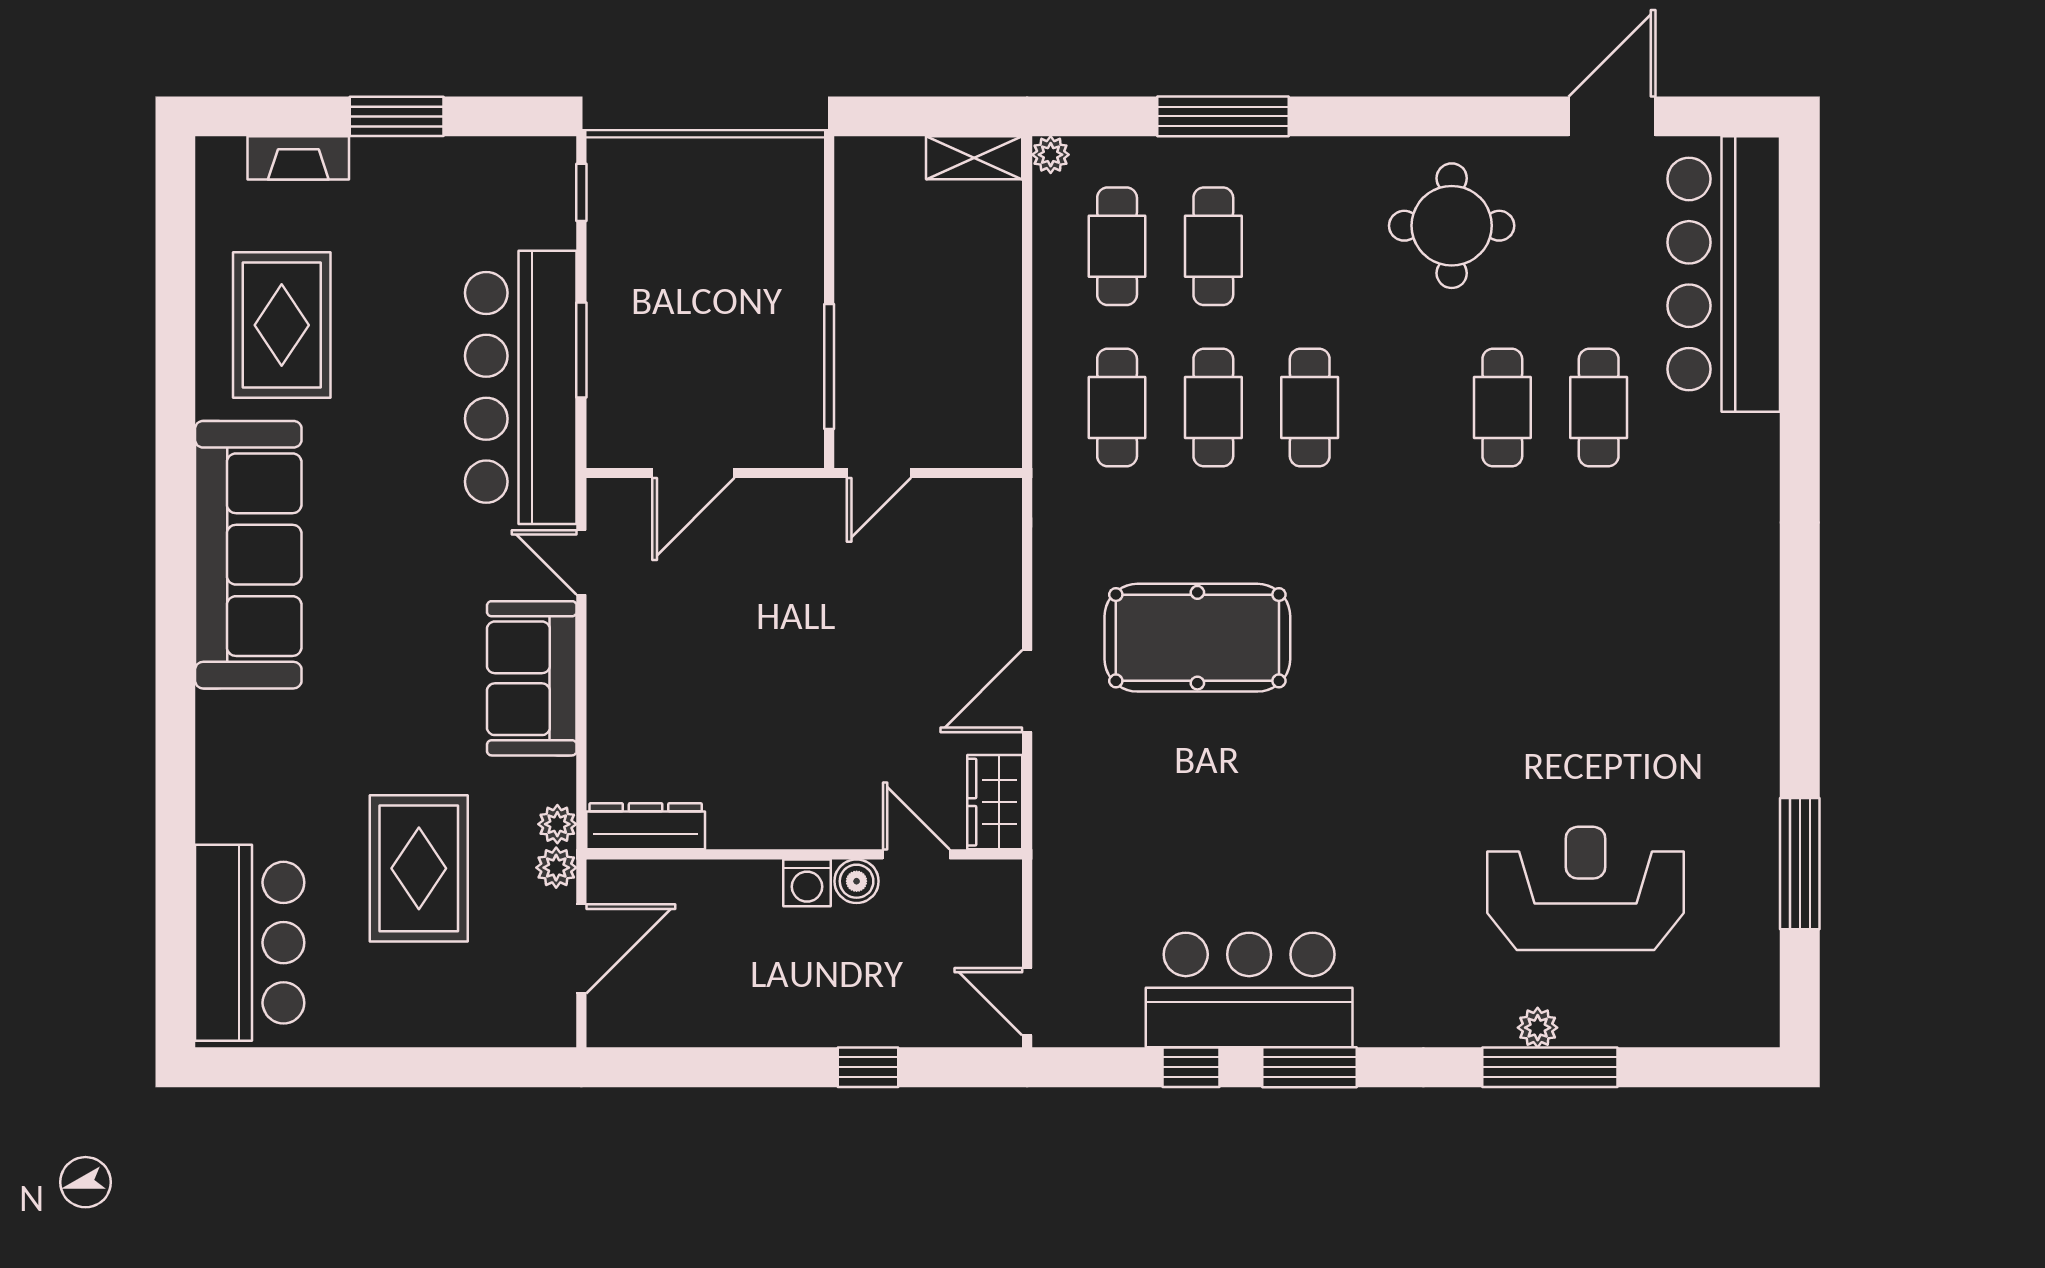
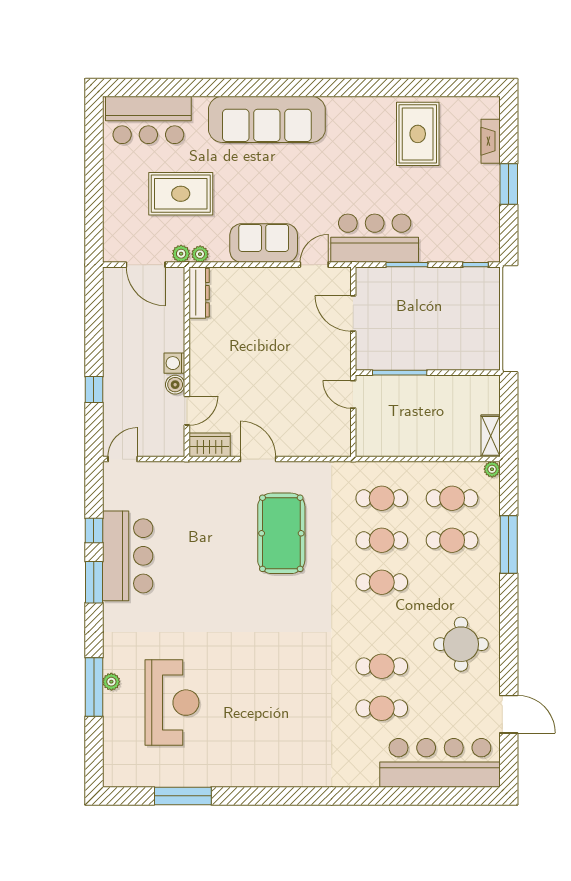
rug: (282, 325) -> (418, 134), turned 90
bar counter: (521, 387) -> (375, 238), width x0.73
sofa: (248, 555) -> (267, 119), moved

